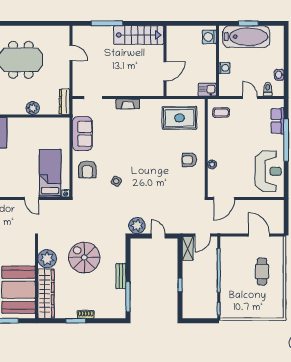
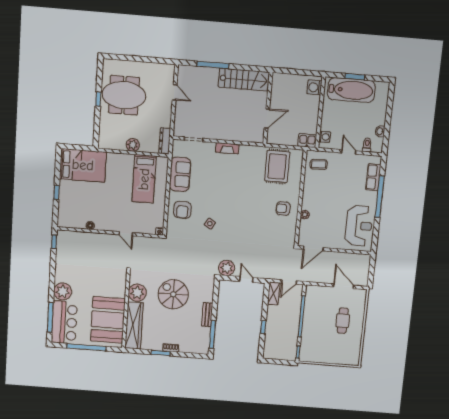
washing machine: (224, 68) -> (325, 137), moved
rug: (179, 118) -> (277, 166), turned 90
bed: (50, 173) -> (144, 179), moved, turned 180

